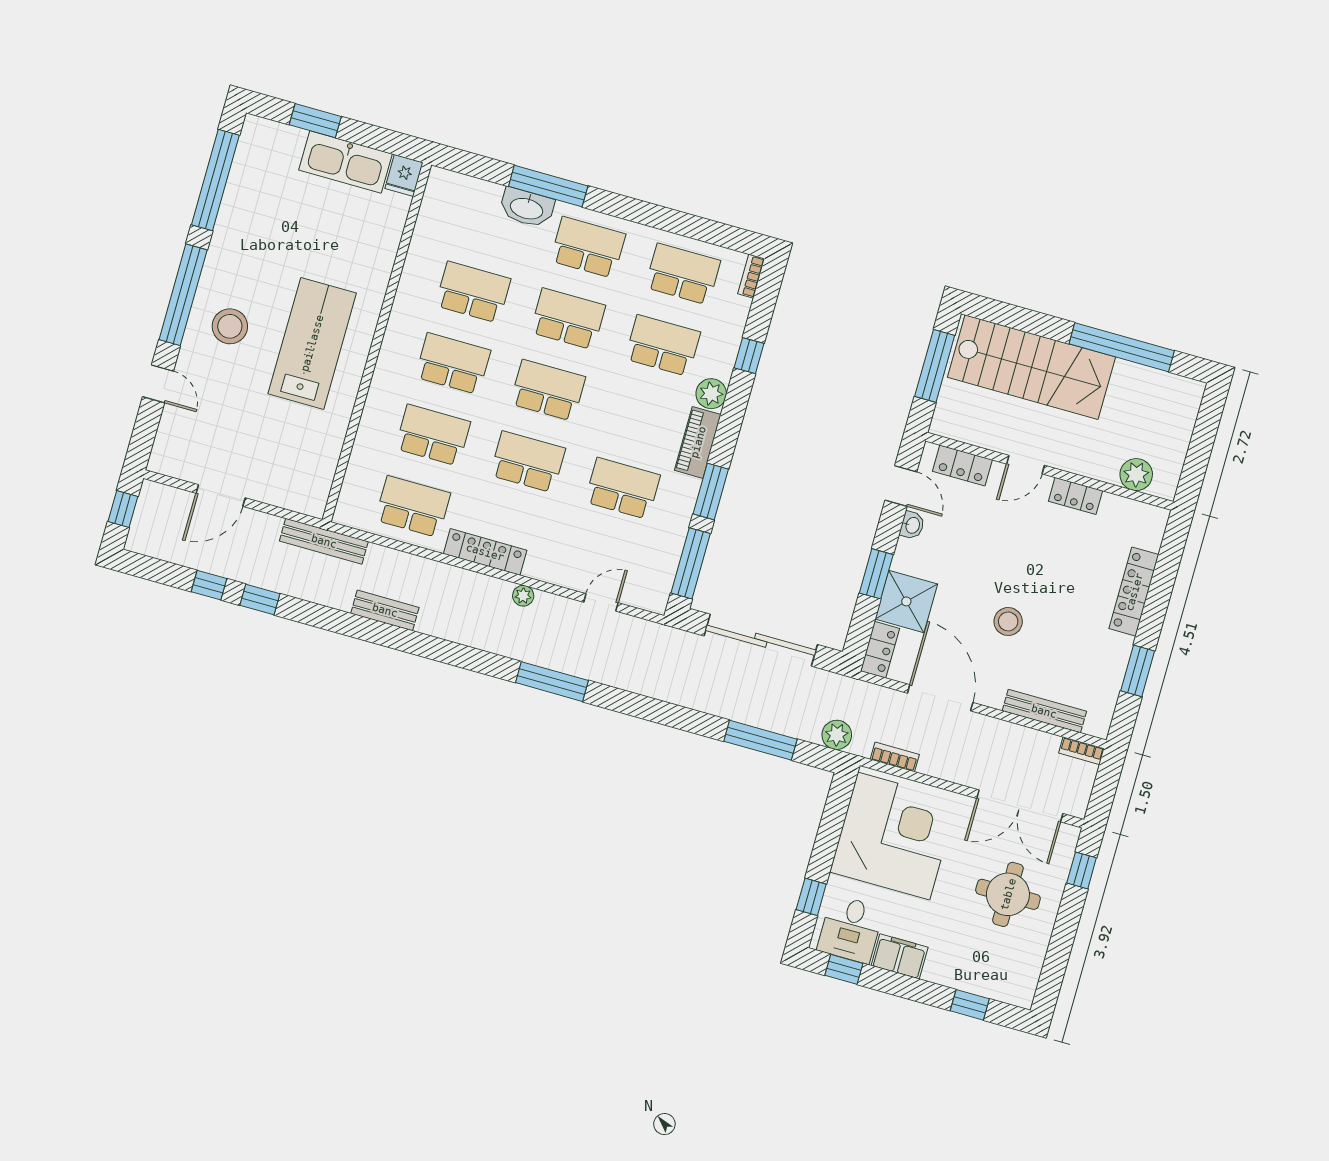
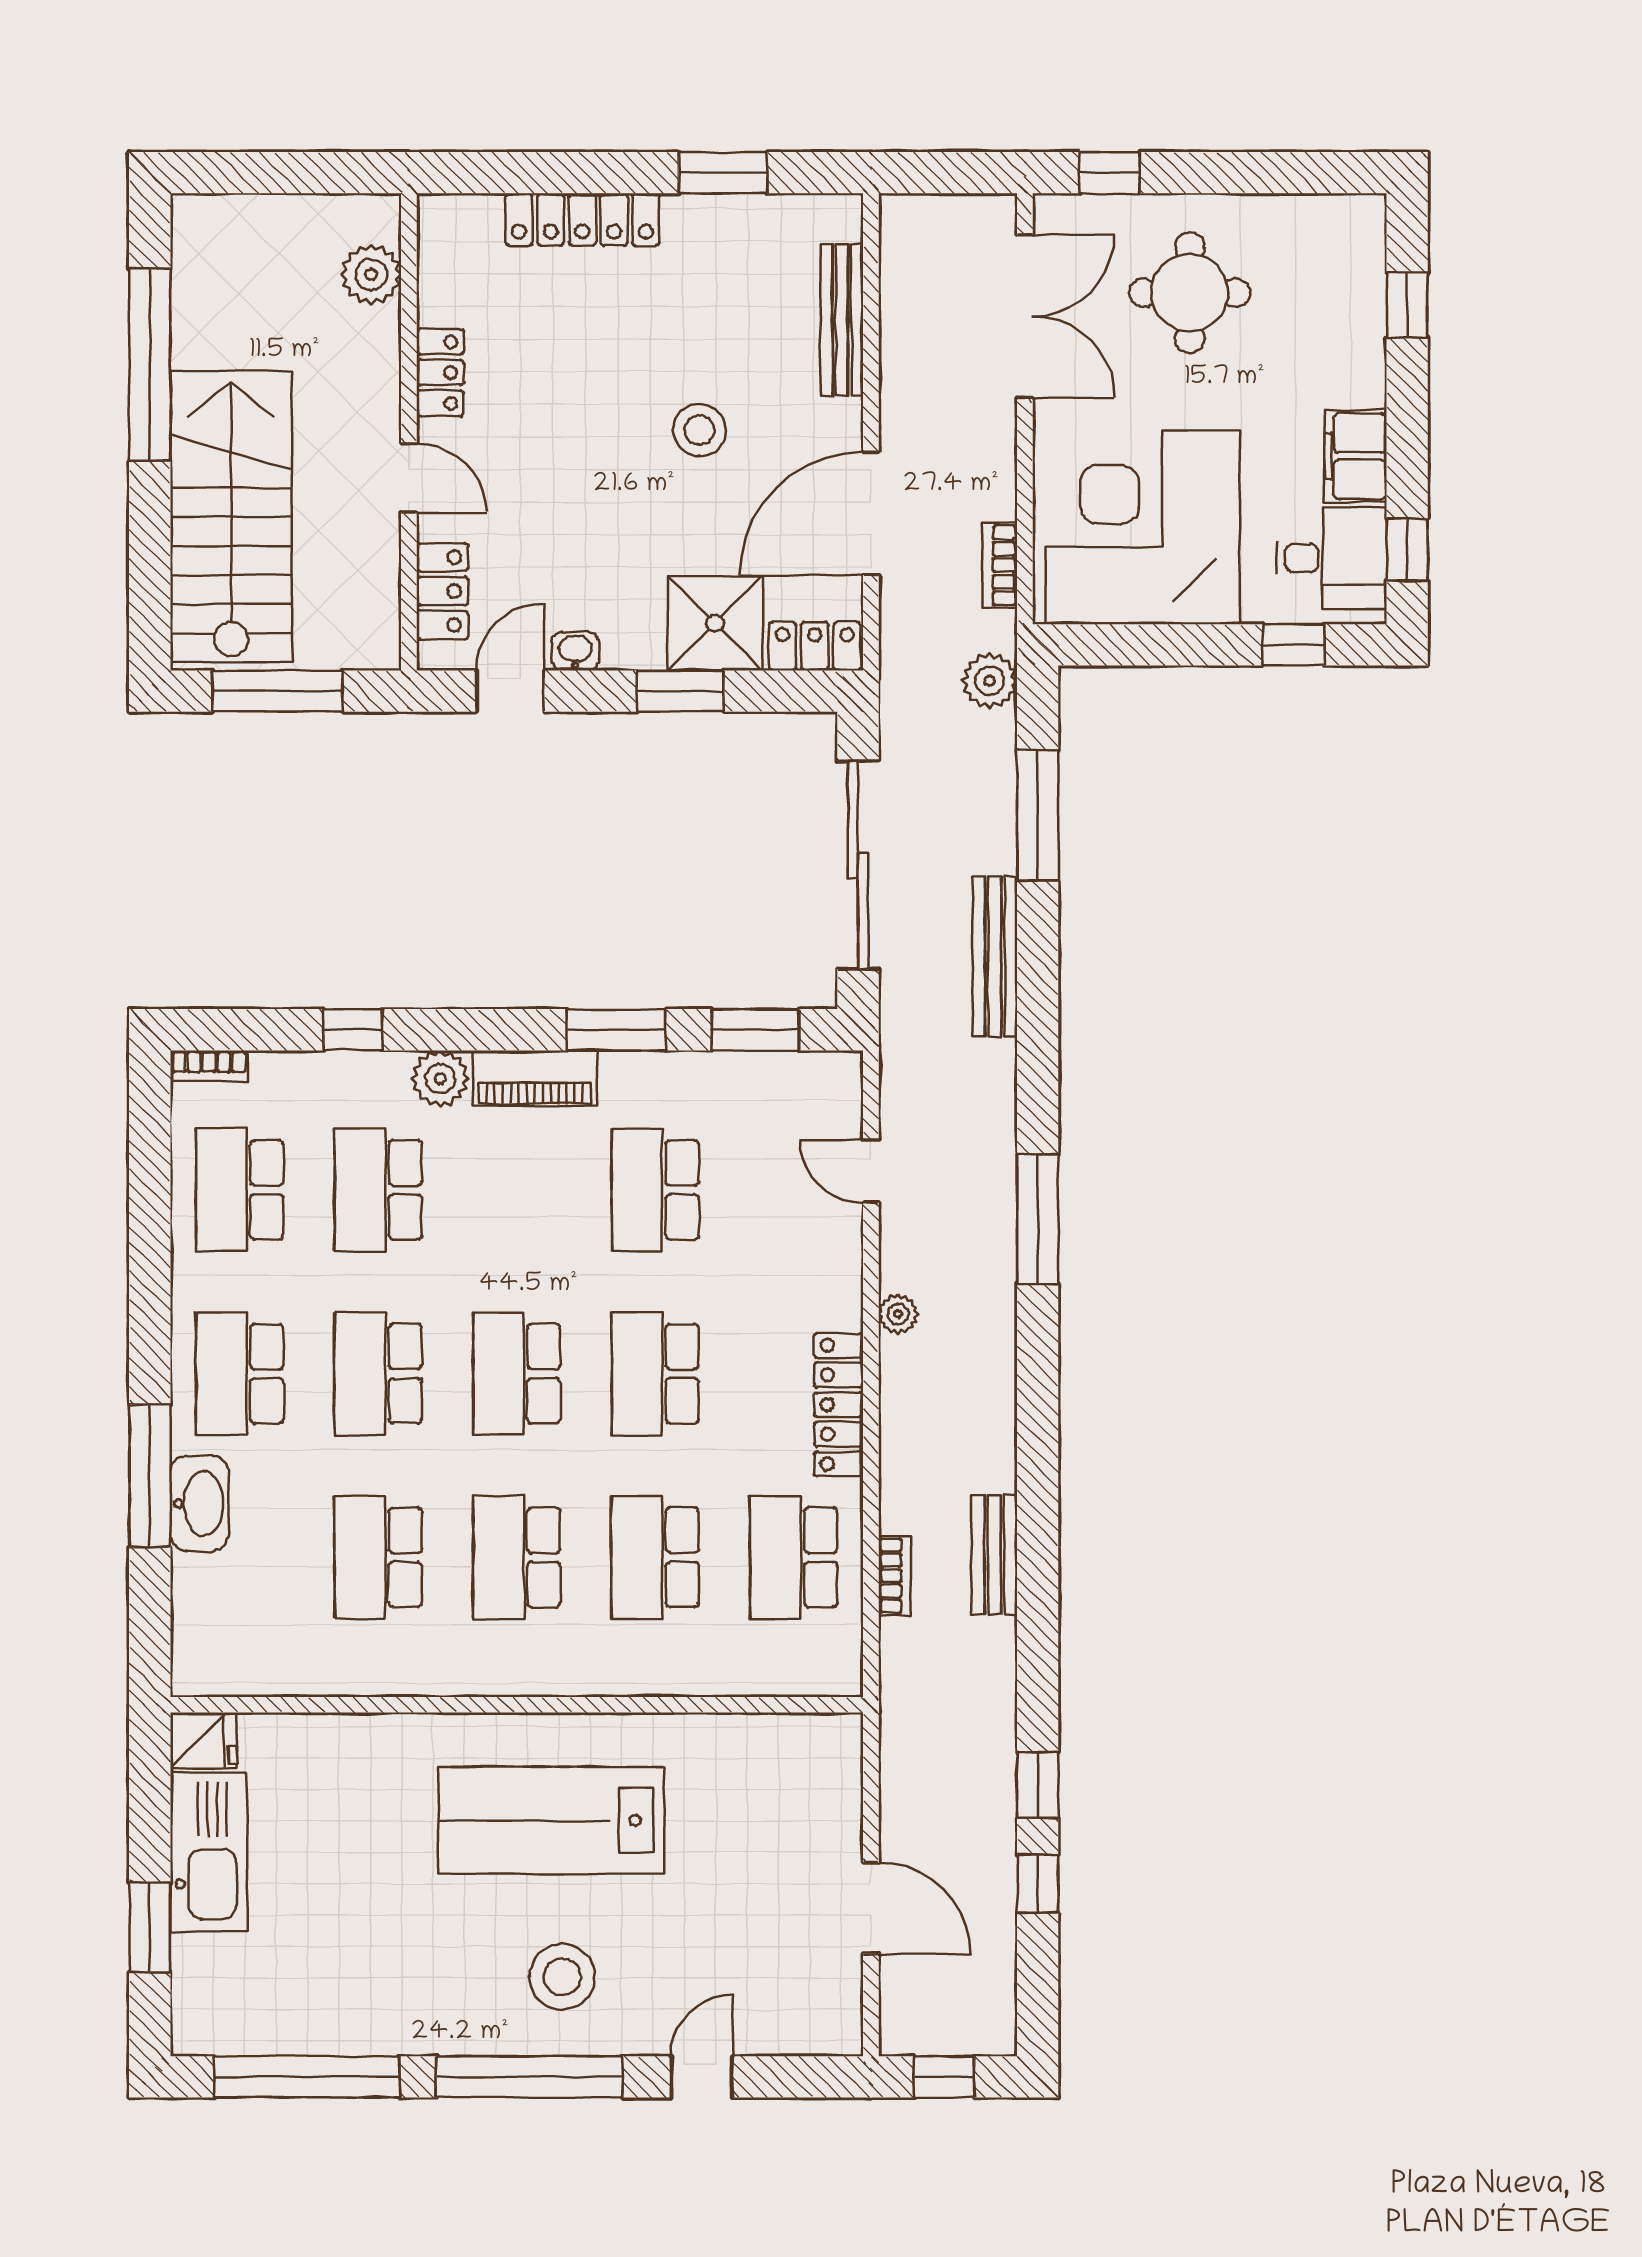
bench: (324, 541) -> (995, 957), moved
window: (691, 563) -> (755, 1030), width x0.69
bookcase: (1081, 751) -> (895, 1576), moved

